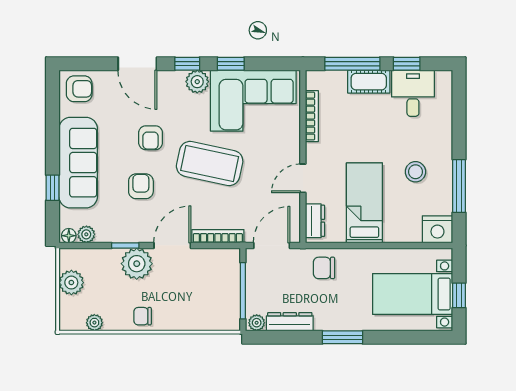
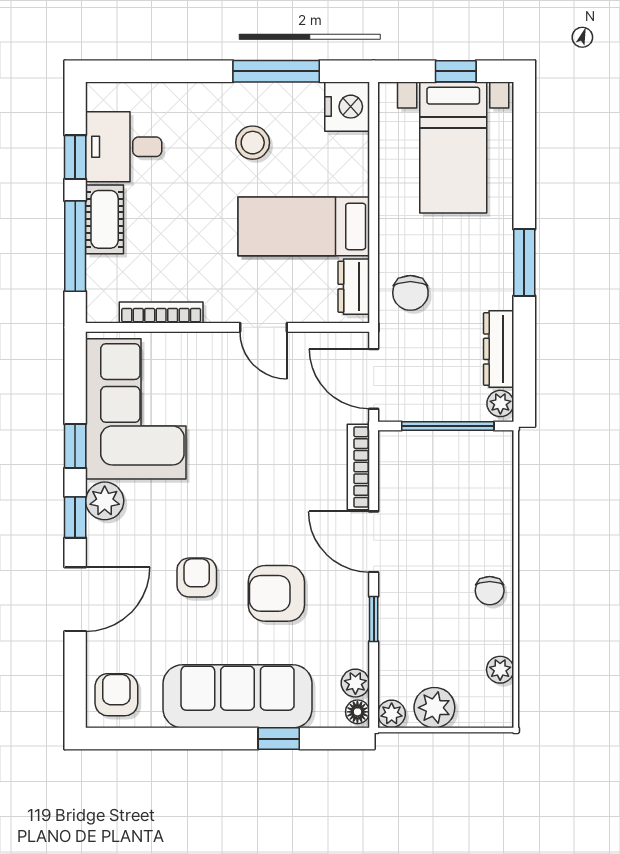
armchair: (151, 138) -> (197, 578), turned -90
coffee table: (210, 163) -> (239, 481), removed
armchair: (141, 186) -> (276, 593), width x1.38, depth x1.38
dresser: (315, 221) -> (354, 287), moved, turned -90
plant: (137, 264) -> (392, 714), moved, width x0.53, depth x0.53

